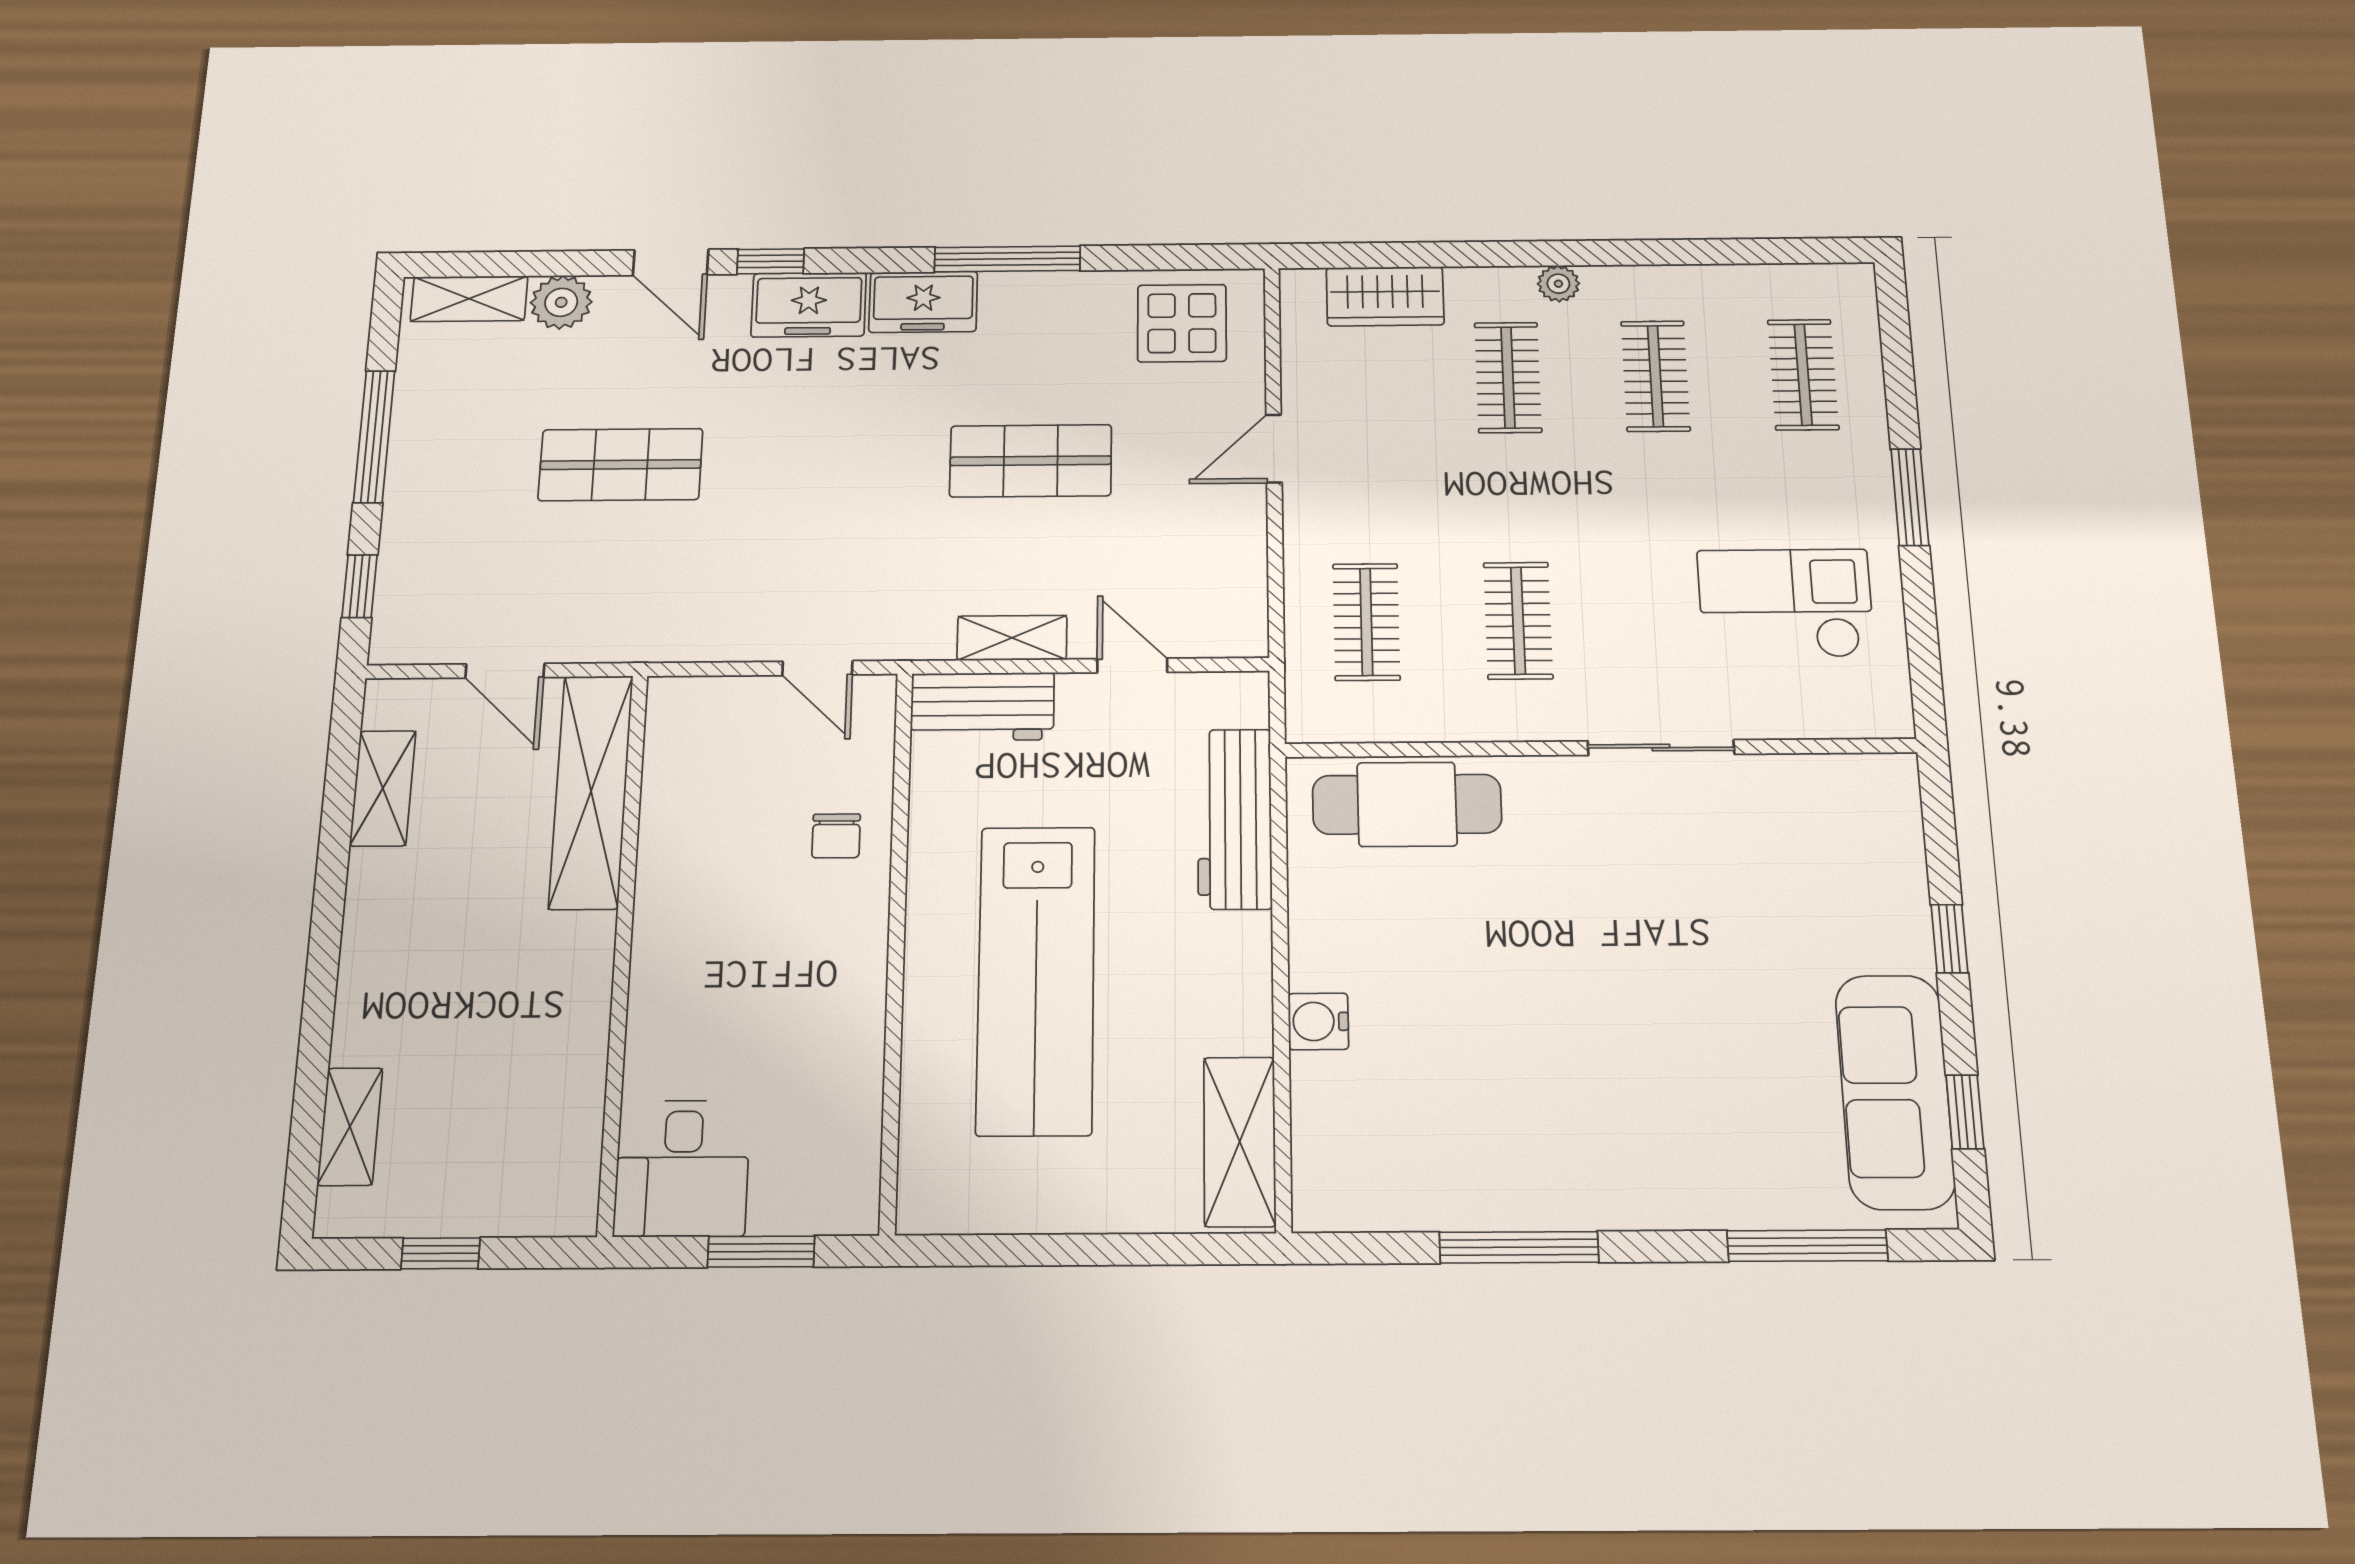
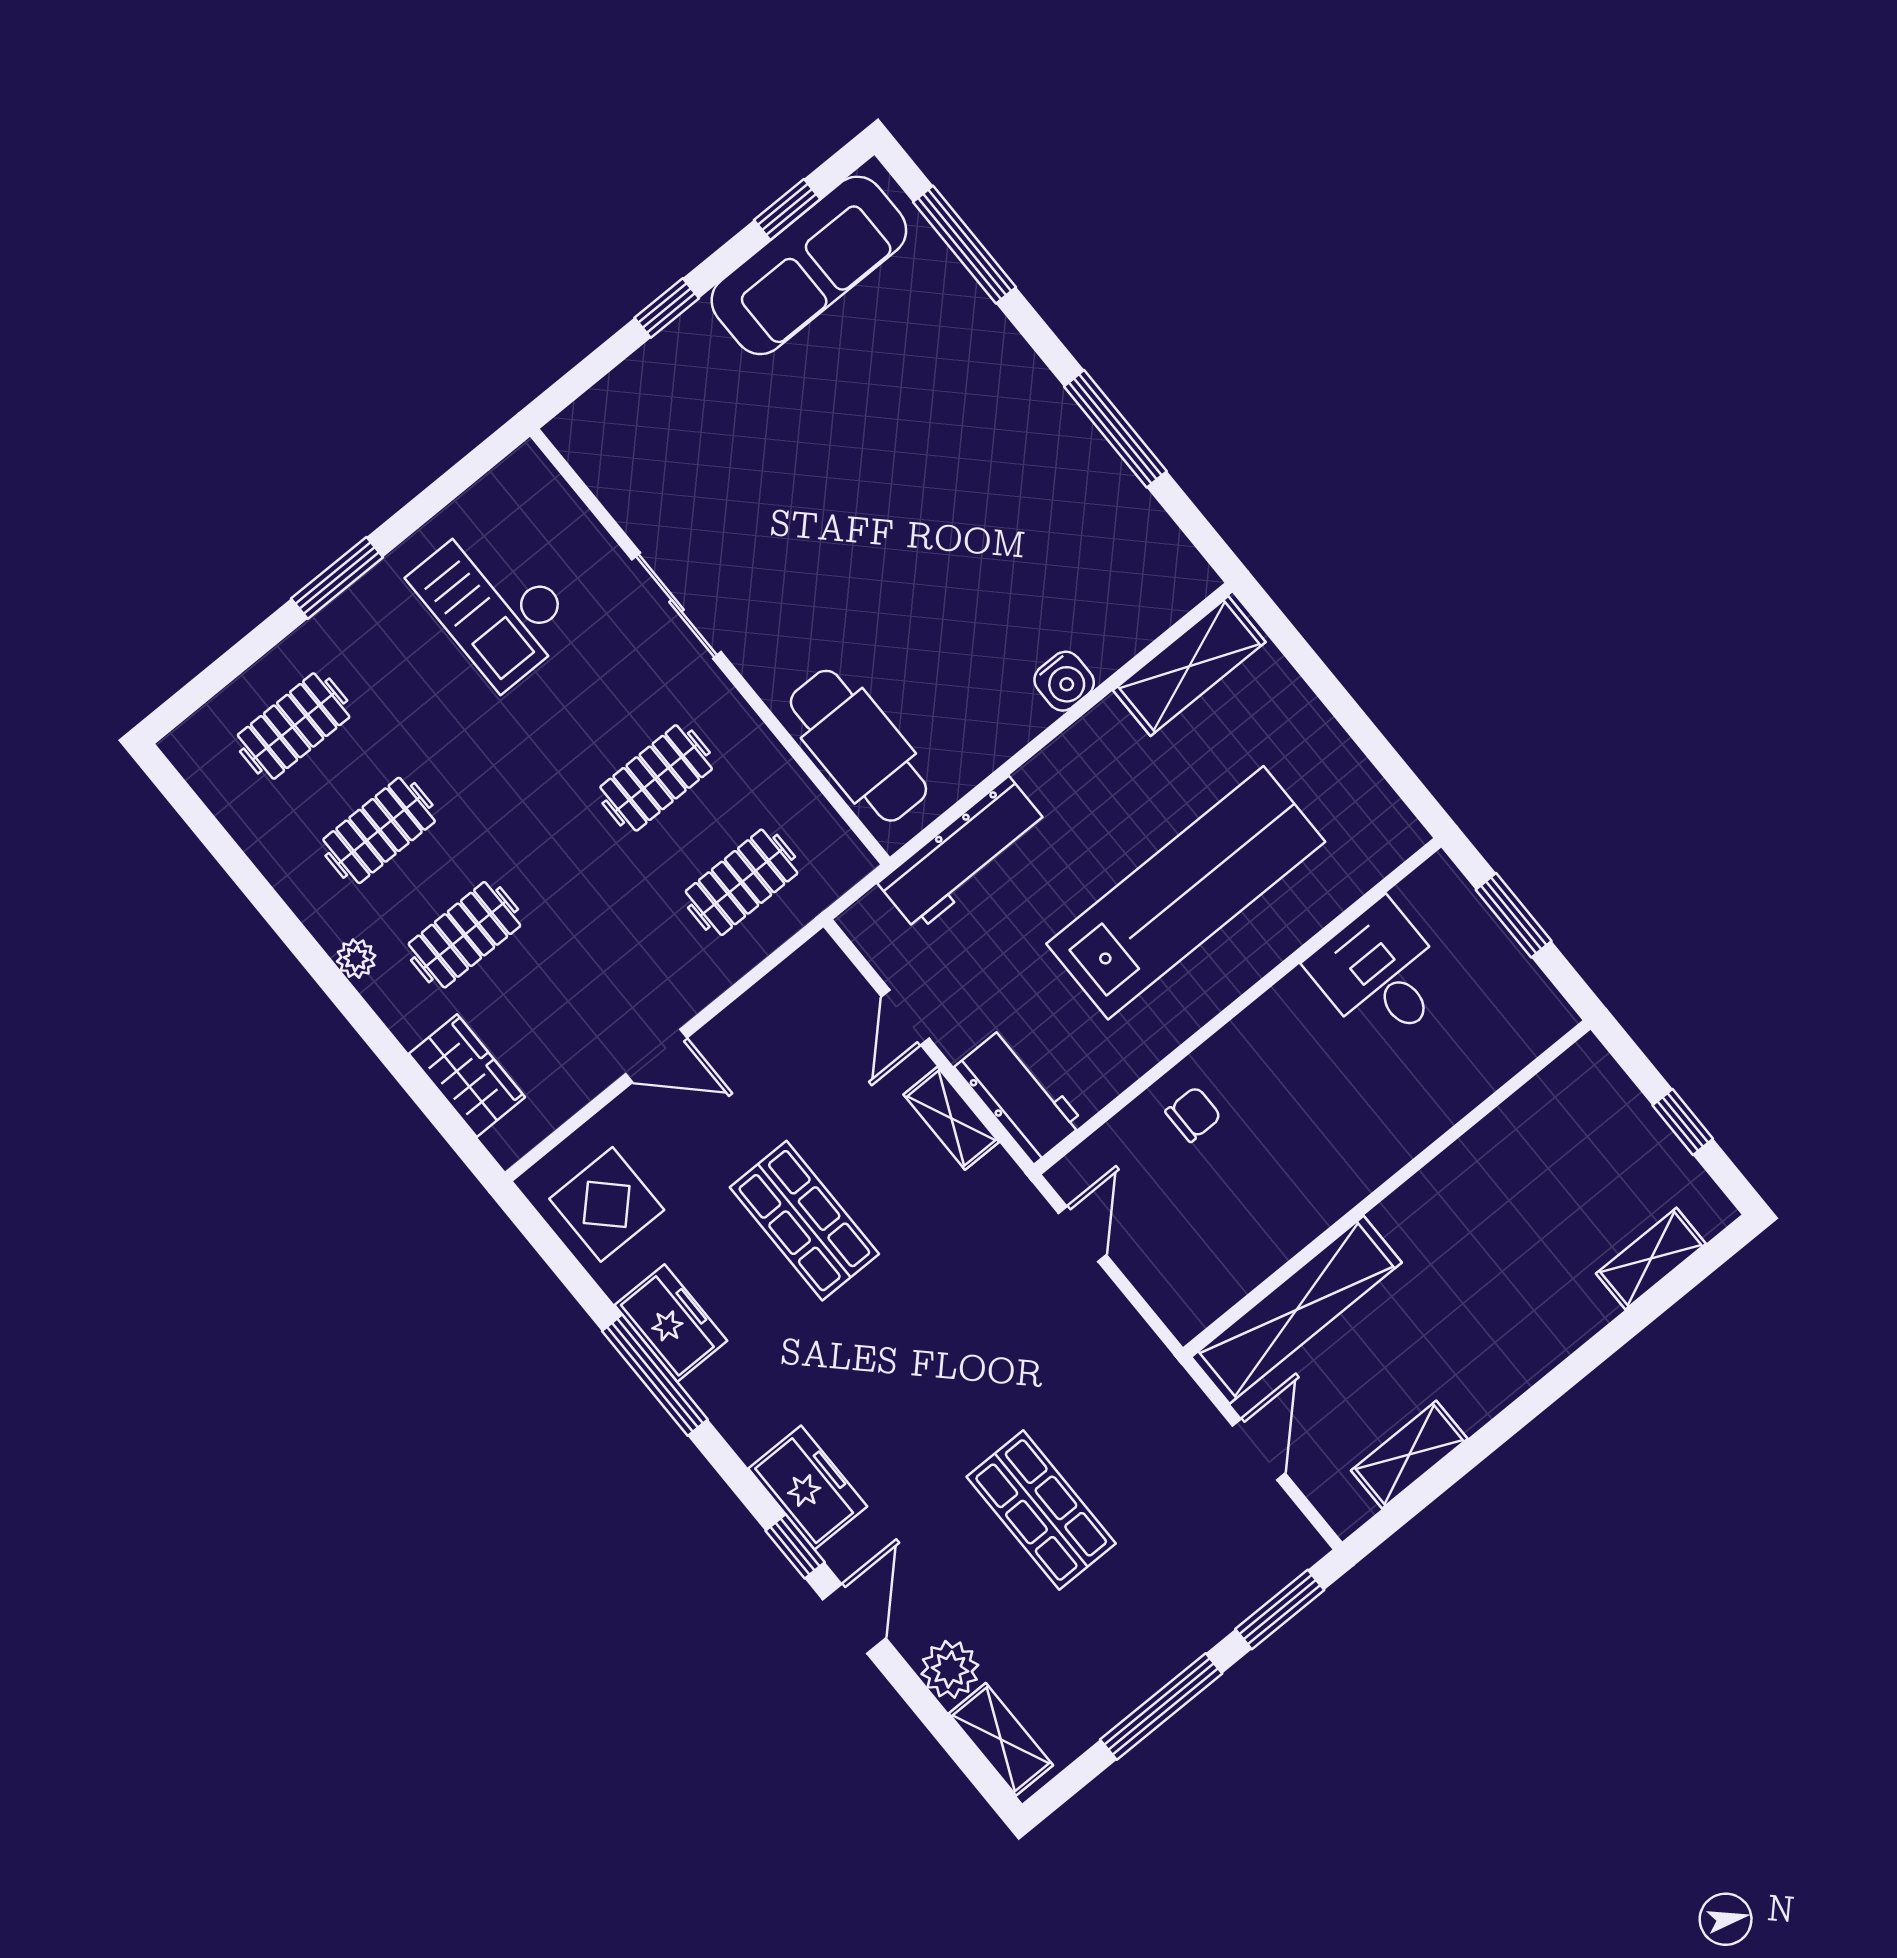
freezer: (923, 302) -> (671, 1323), moved
window: (360, 586) -> (1280, 1610), width x1.50
desk: (682, 1168) -> (1381, 974), moved, turned -90

